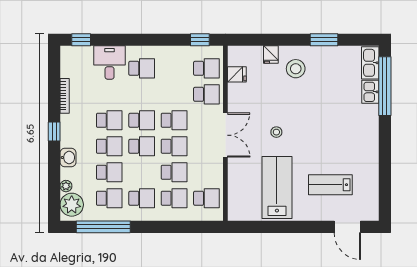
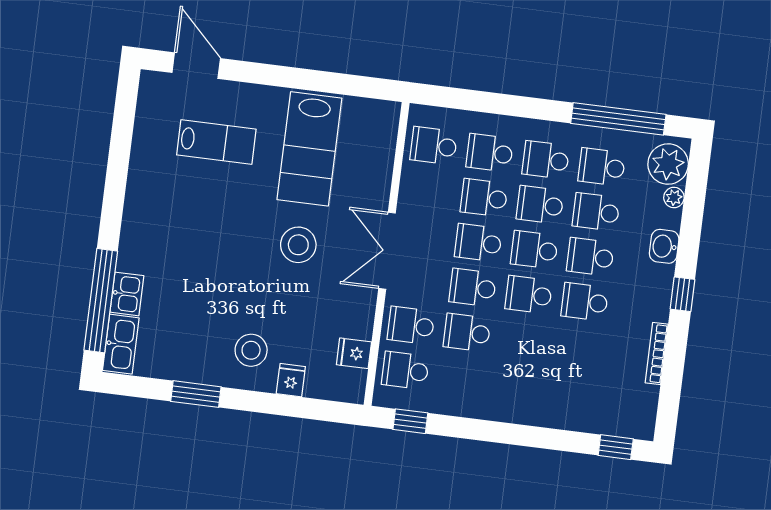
desk: (110, 63) -> (572, 402), removed
school desk: (142, 68) -> (467, 333), moved
stool: (276, 132) -> (298, 245), width x1.89, depth x1.89
school desk: (142, 172) -> (540, 205), added

